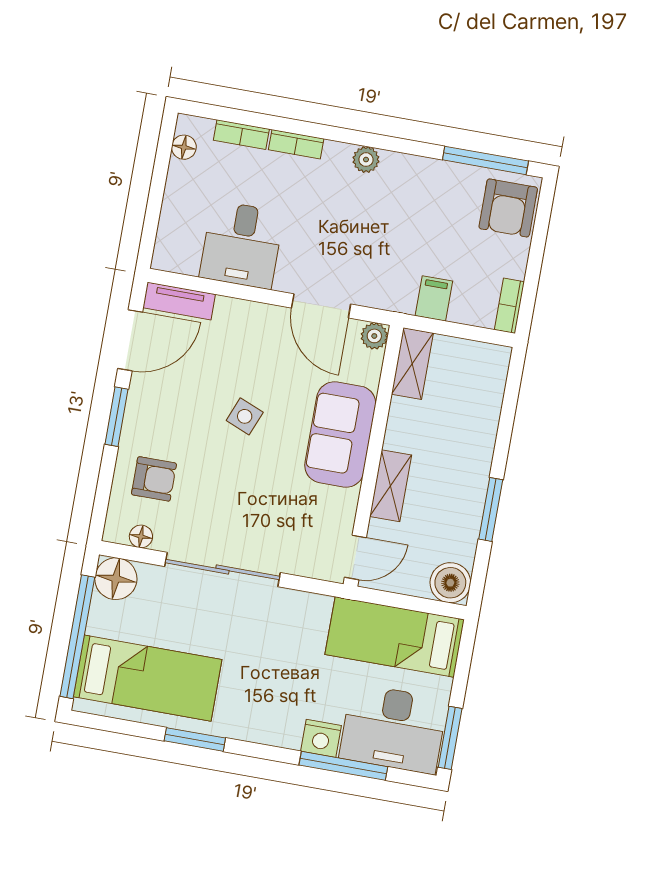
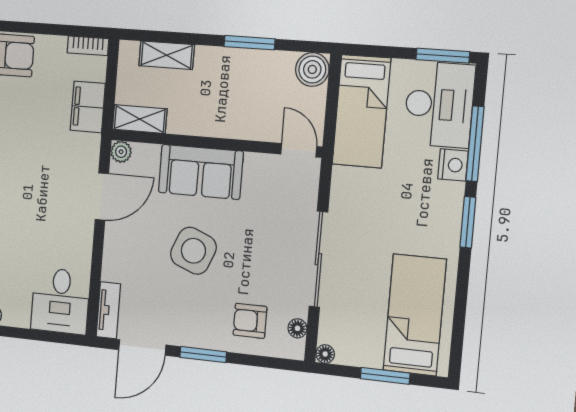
desk: (242, 245) -> (60, 301), moved, turned 90
filing cabinet: (434, 298) -> (88, 107), width x2.00
door: (130, 340) -> (142, 347), swing flipped
side table: (245, 416) -> (193, 251), width x1.87, depth x1.87
armchair: (154, 479) -> (250, 321), turned -90
shelving: (391, 486) -> (167, 55), moved
floor lamp: (116, 579) -> (325, 354), width x0.53, depth x0.53
window: (77, 637) -> (385, 376), width x0.47
window: (195, 739) -> (468, 222), moved

